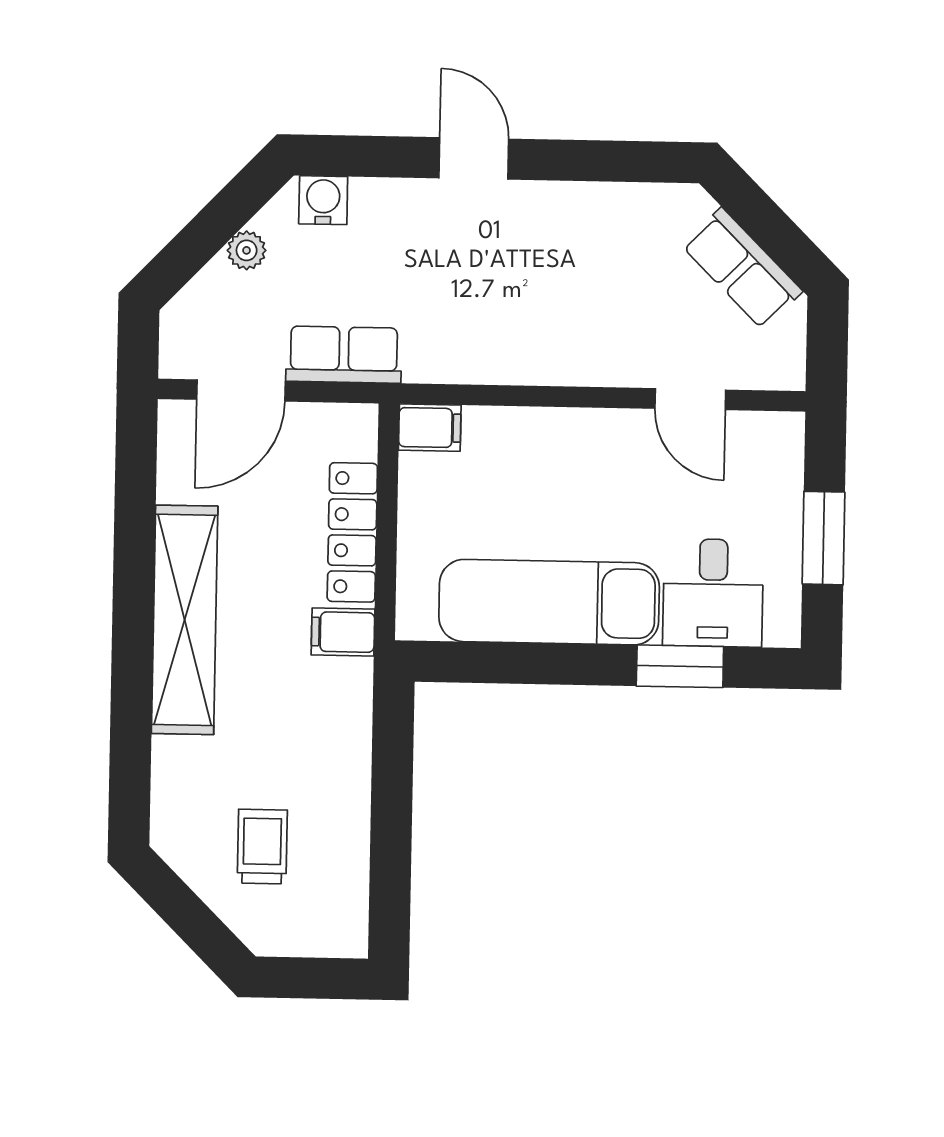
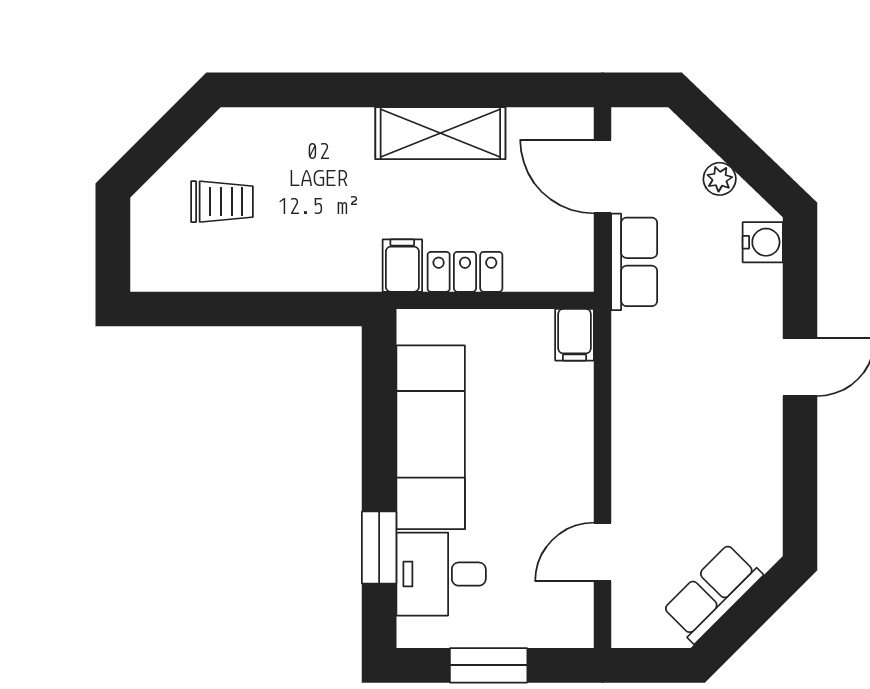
locker: (352, 532) -> (465, 272), width x0.66
shelving: (185, 620) -> (440, 133), width x0.68

